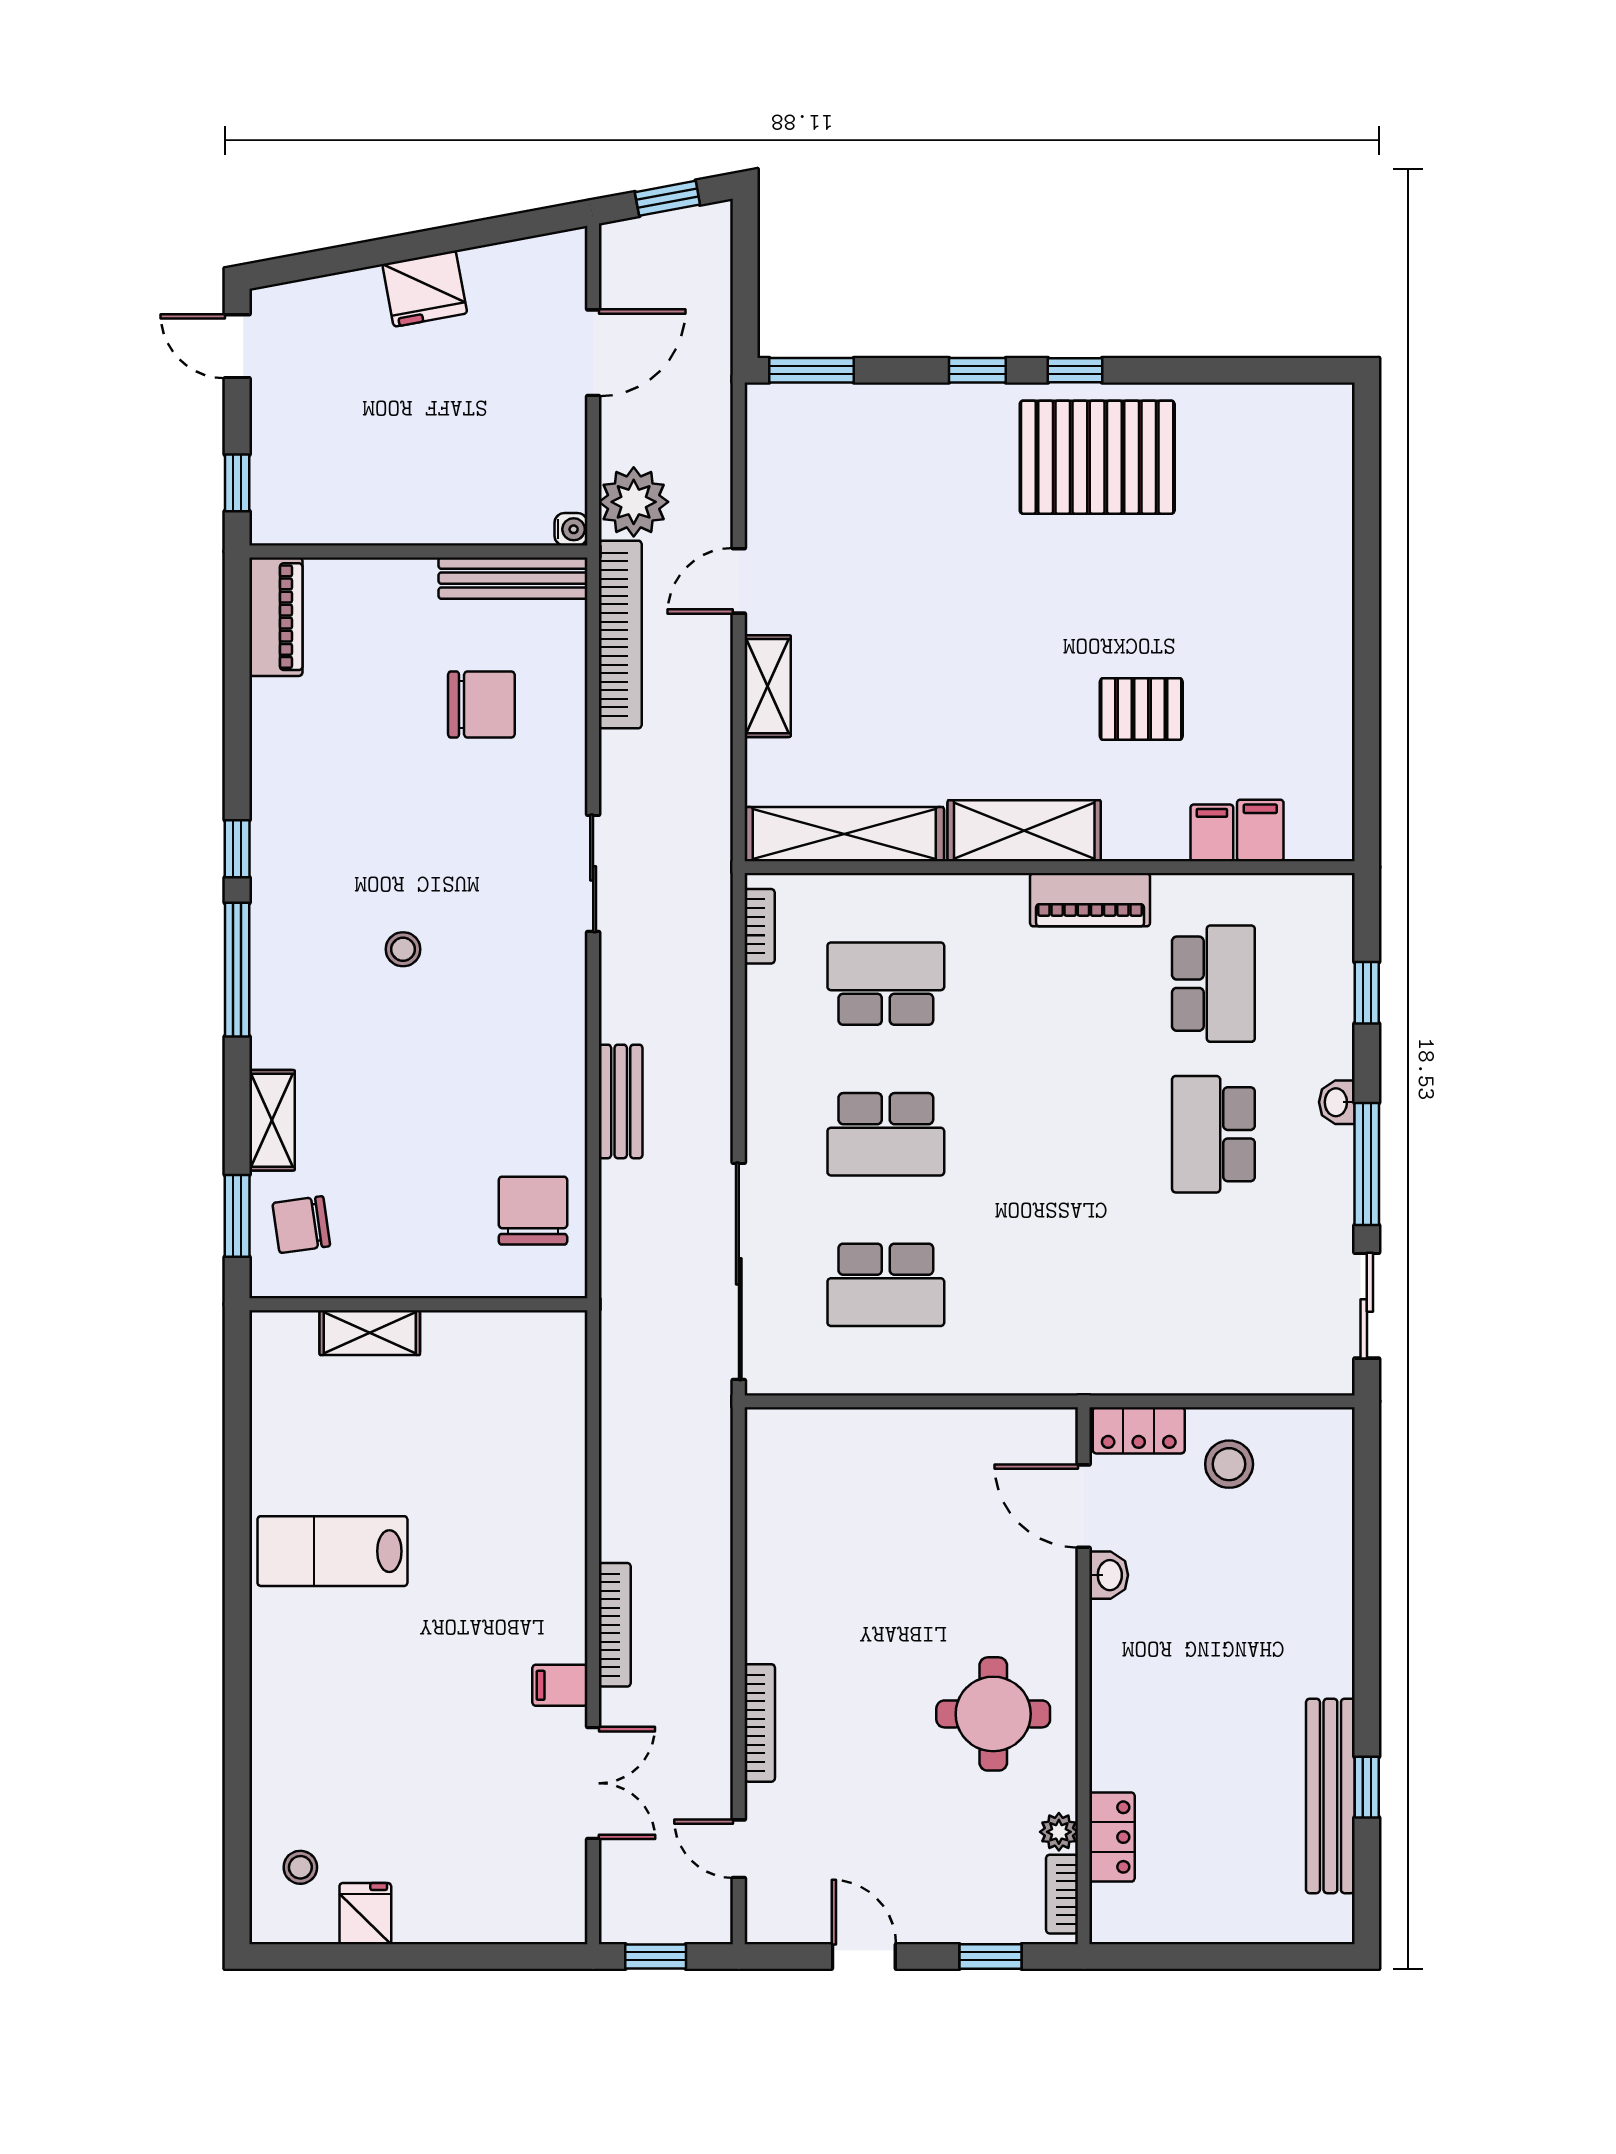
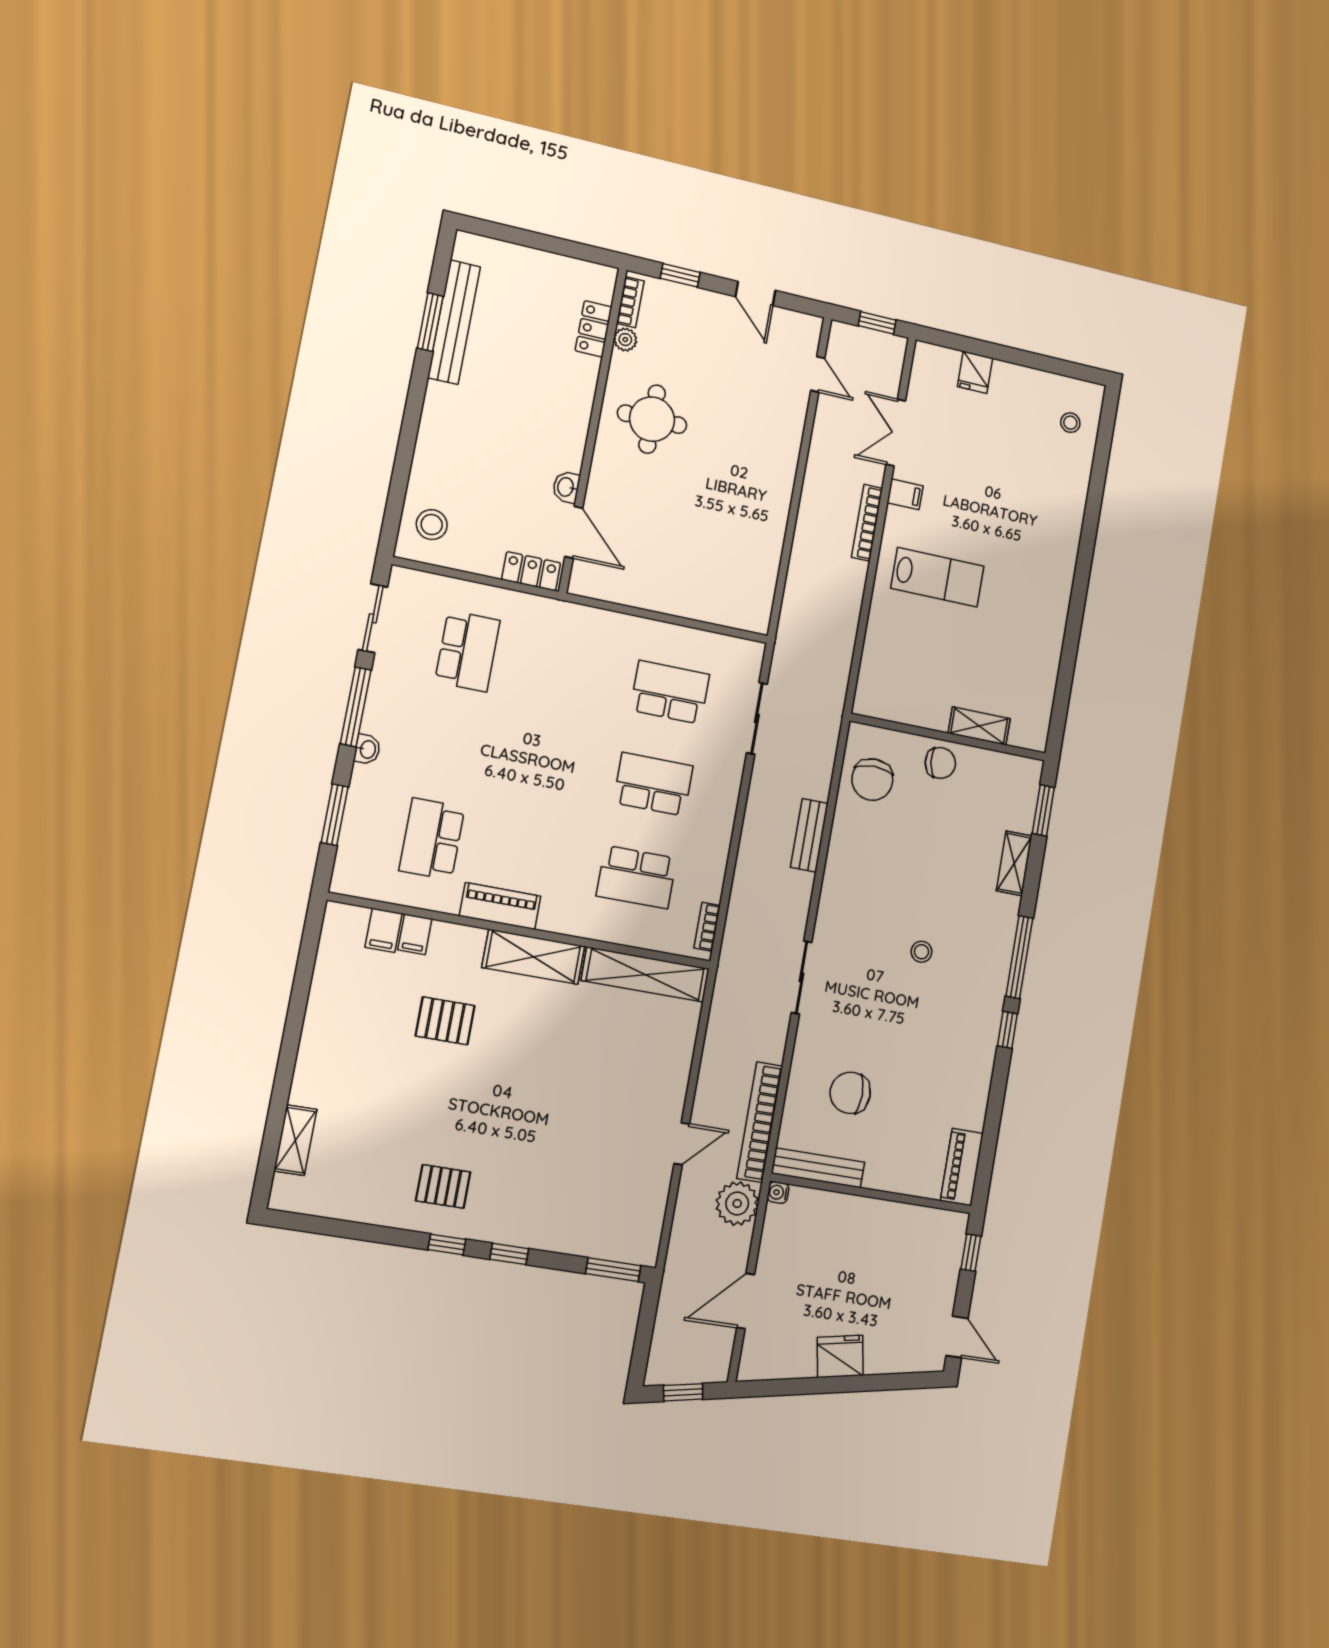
pallet: (1097, 457) -> (443, 1186), width x0.49, depth x0.50
shelving: (768, 686) -> (295, 1140), moved
window: (1367, 993) -> (335, 815), width x1.50
school desk: (1213, 1134) -> (468, 651), moved
chair: (301, 1225) -> (940, 763), moved
sliding door: (739, 1271) -> (757, 718), width x0.54
stool: (1229, 1464) -> (432, 525), moved
lab bench: (332, 1551) -> (937, 577), moved
bookcase: (760, 1723) -> (792, 446), removed
window: (1367, 1787) -> (430, 322), width x1.50
fridge: (365, 1914) -> (975, 372), moved

